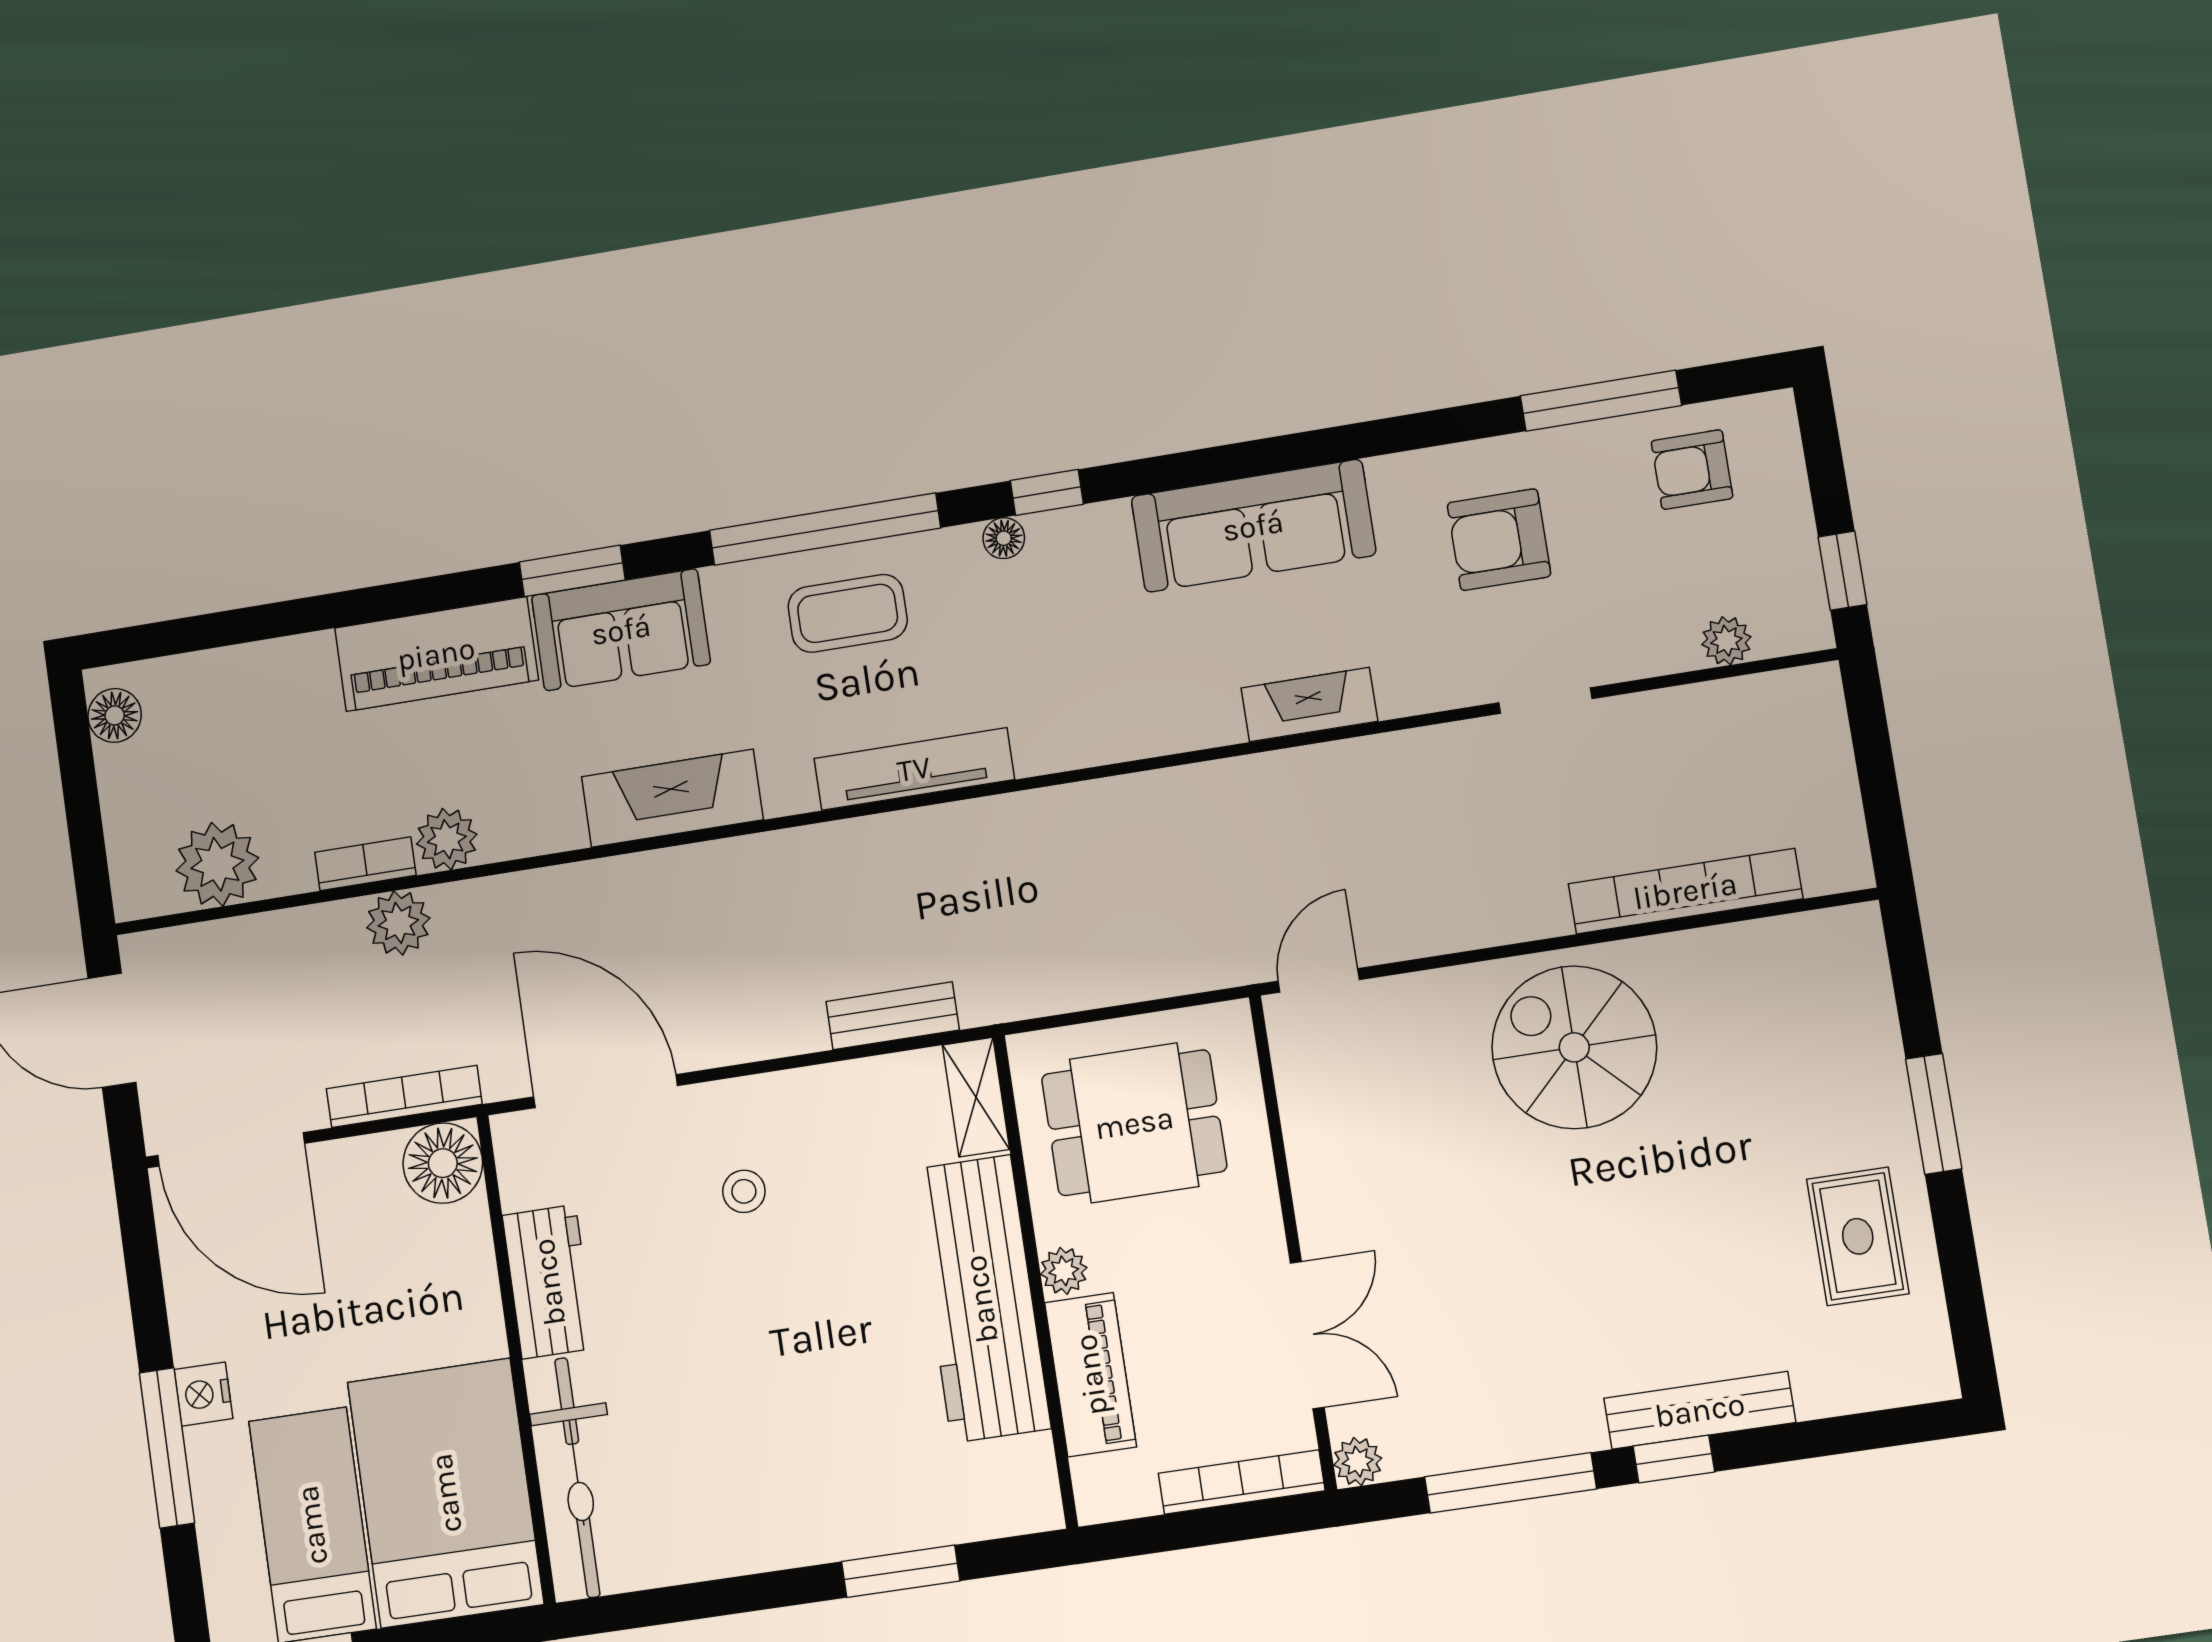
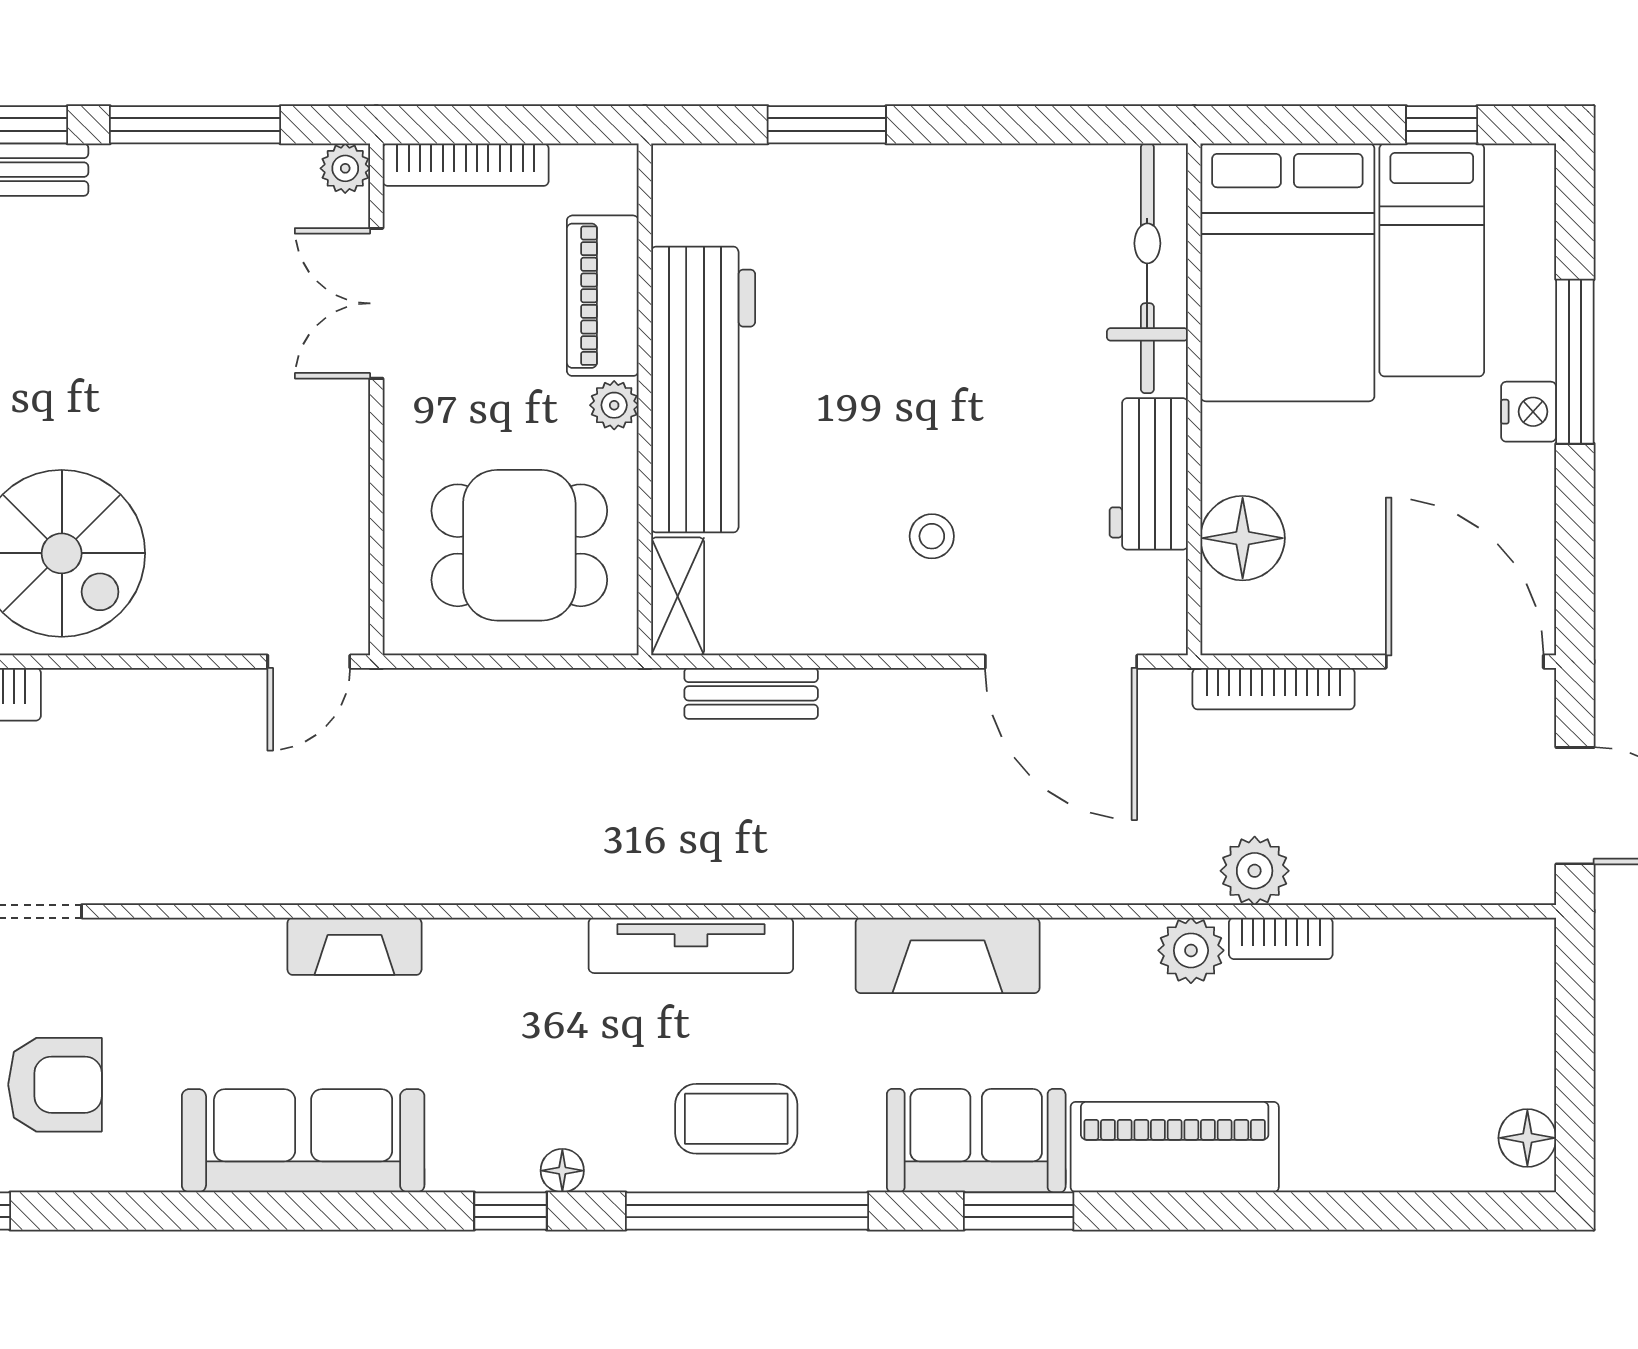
fireplace: (1309, 705) -> (354, 946), moved
plant: (217, 864) -> (1439, 963), removed
floor lamp: (443, 1163) -> (1243, 538), moved

